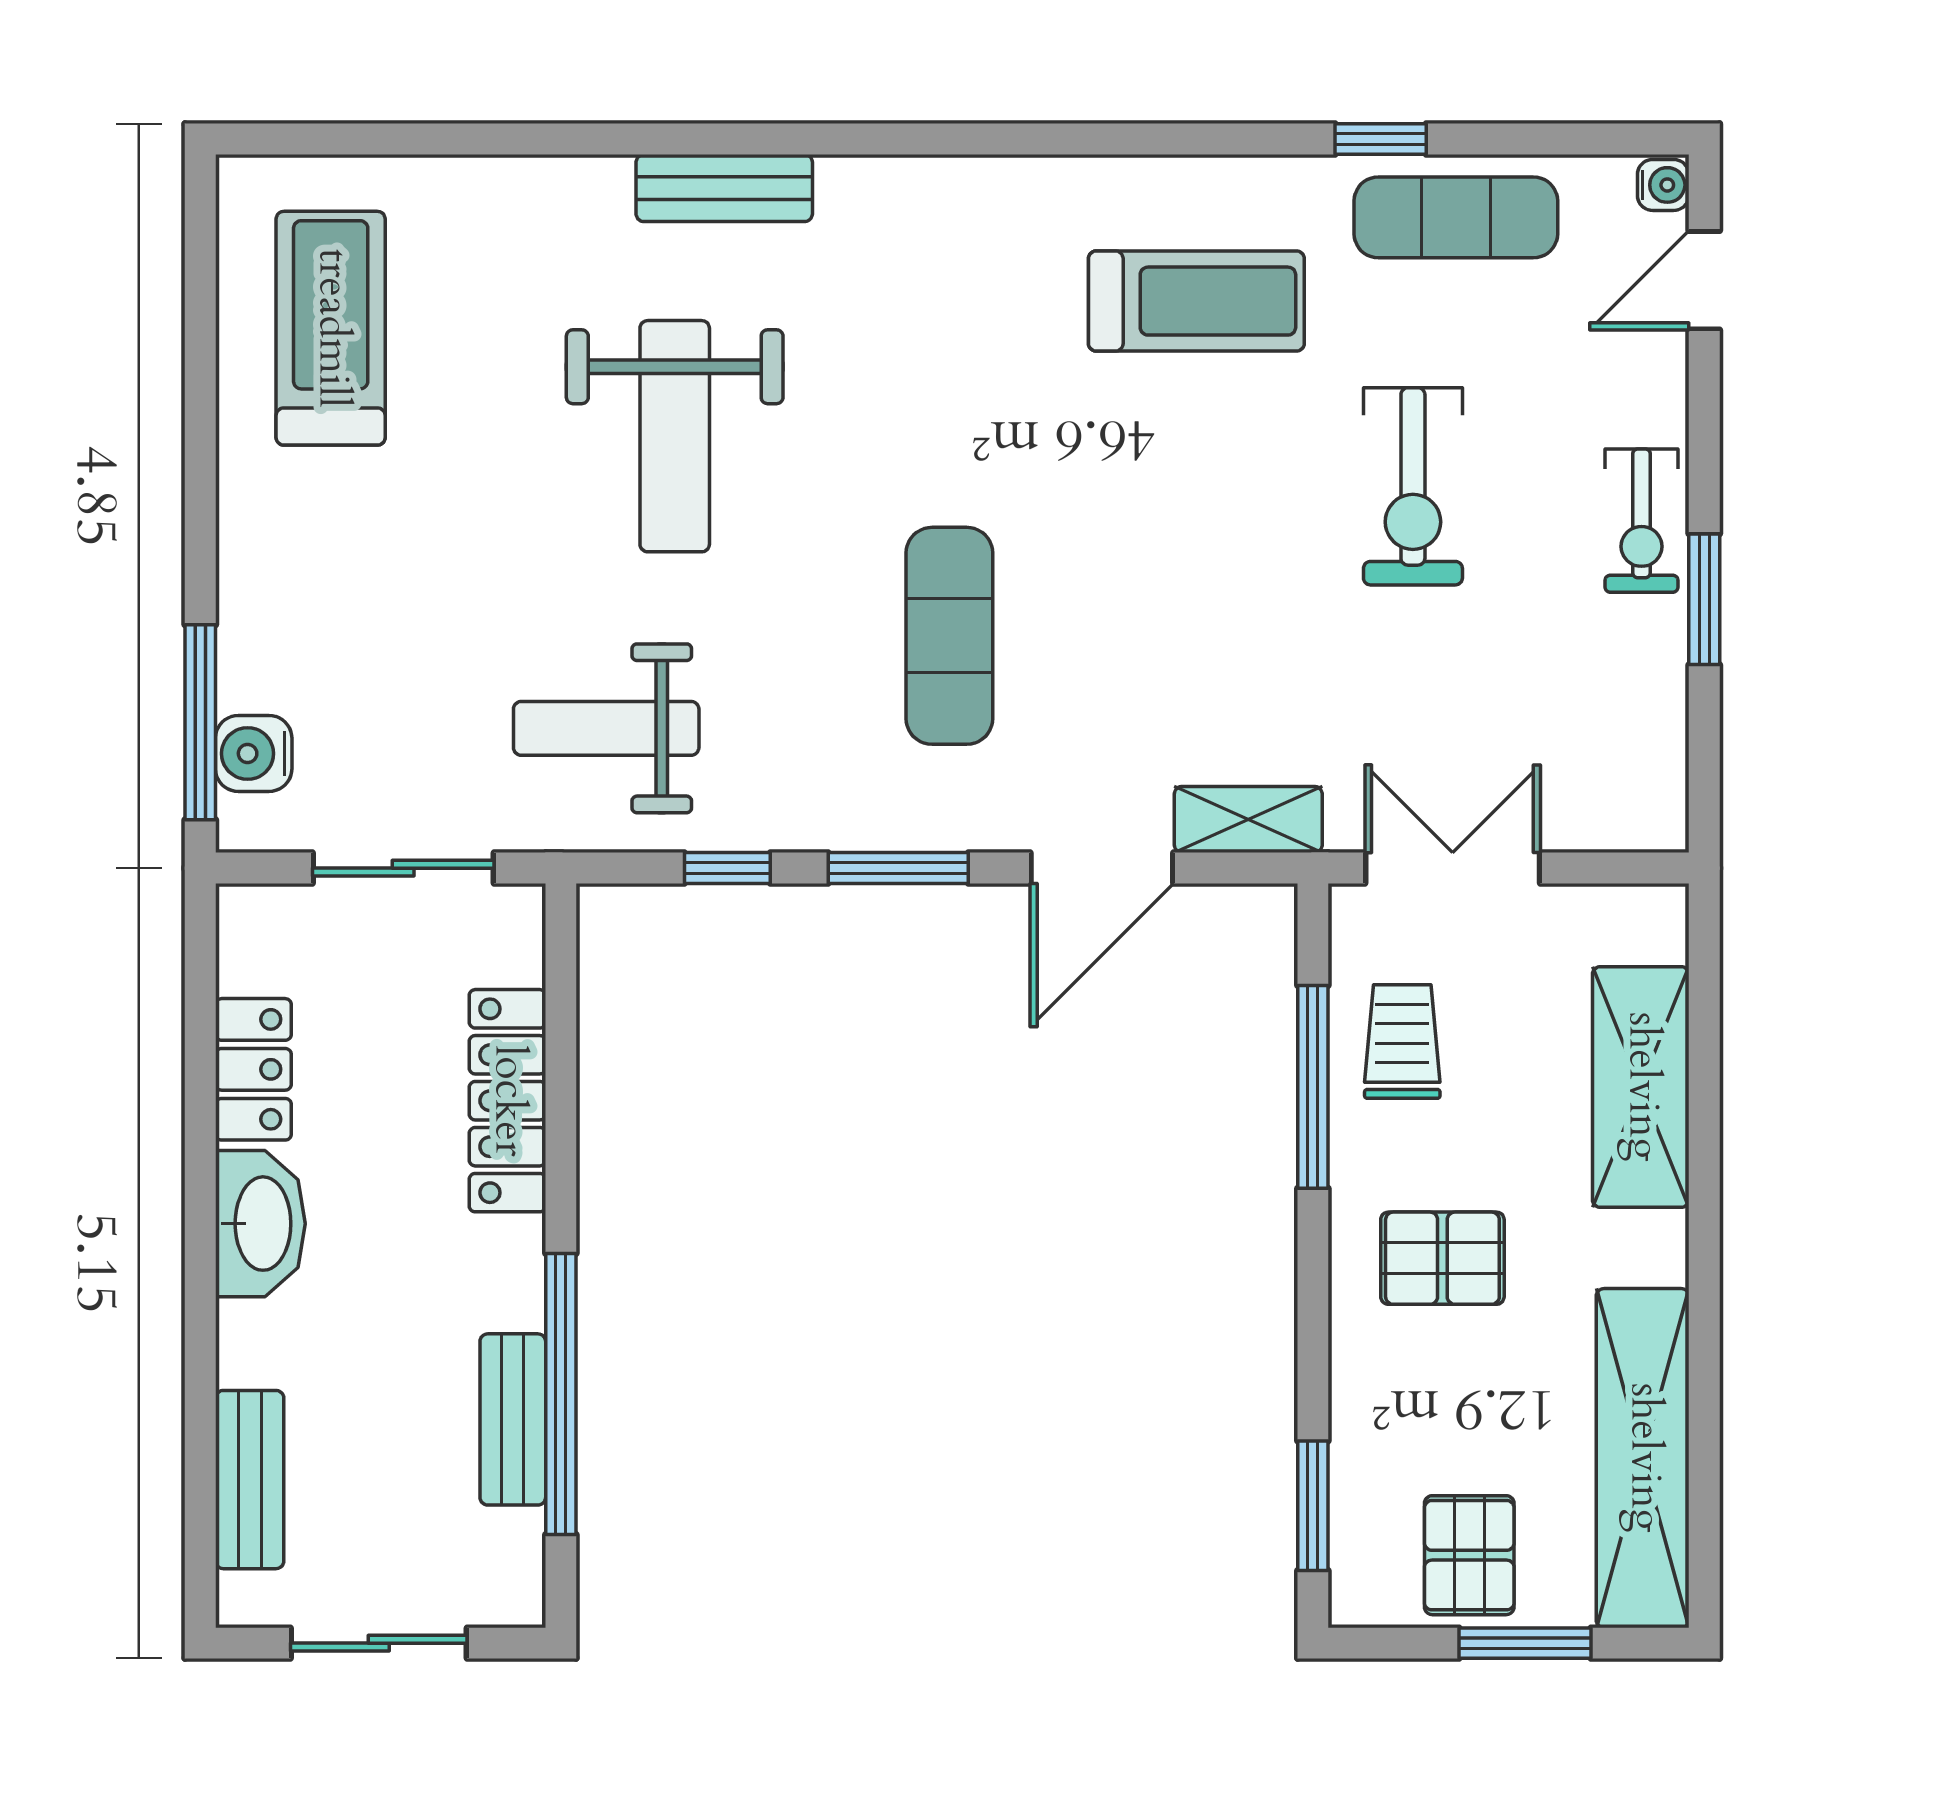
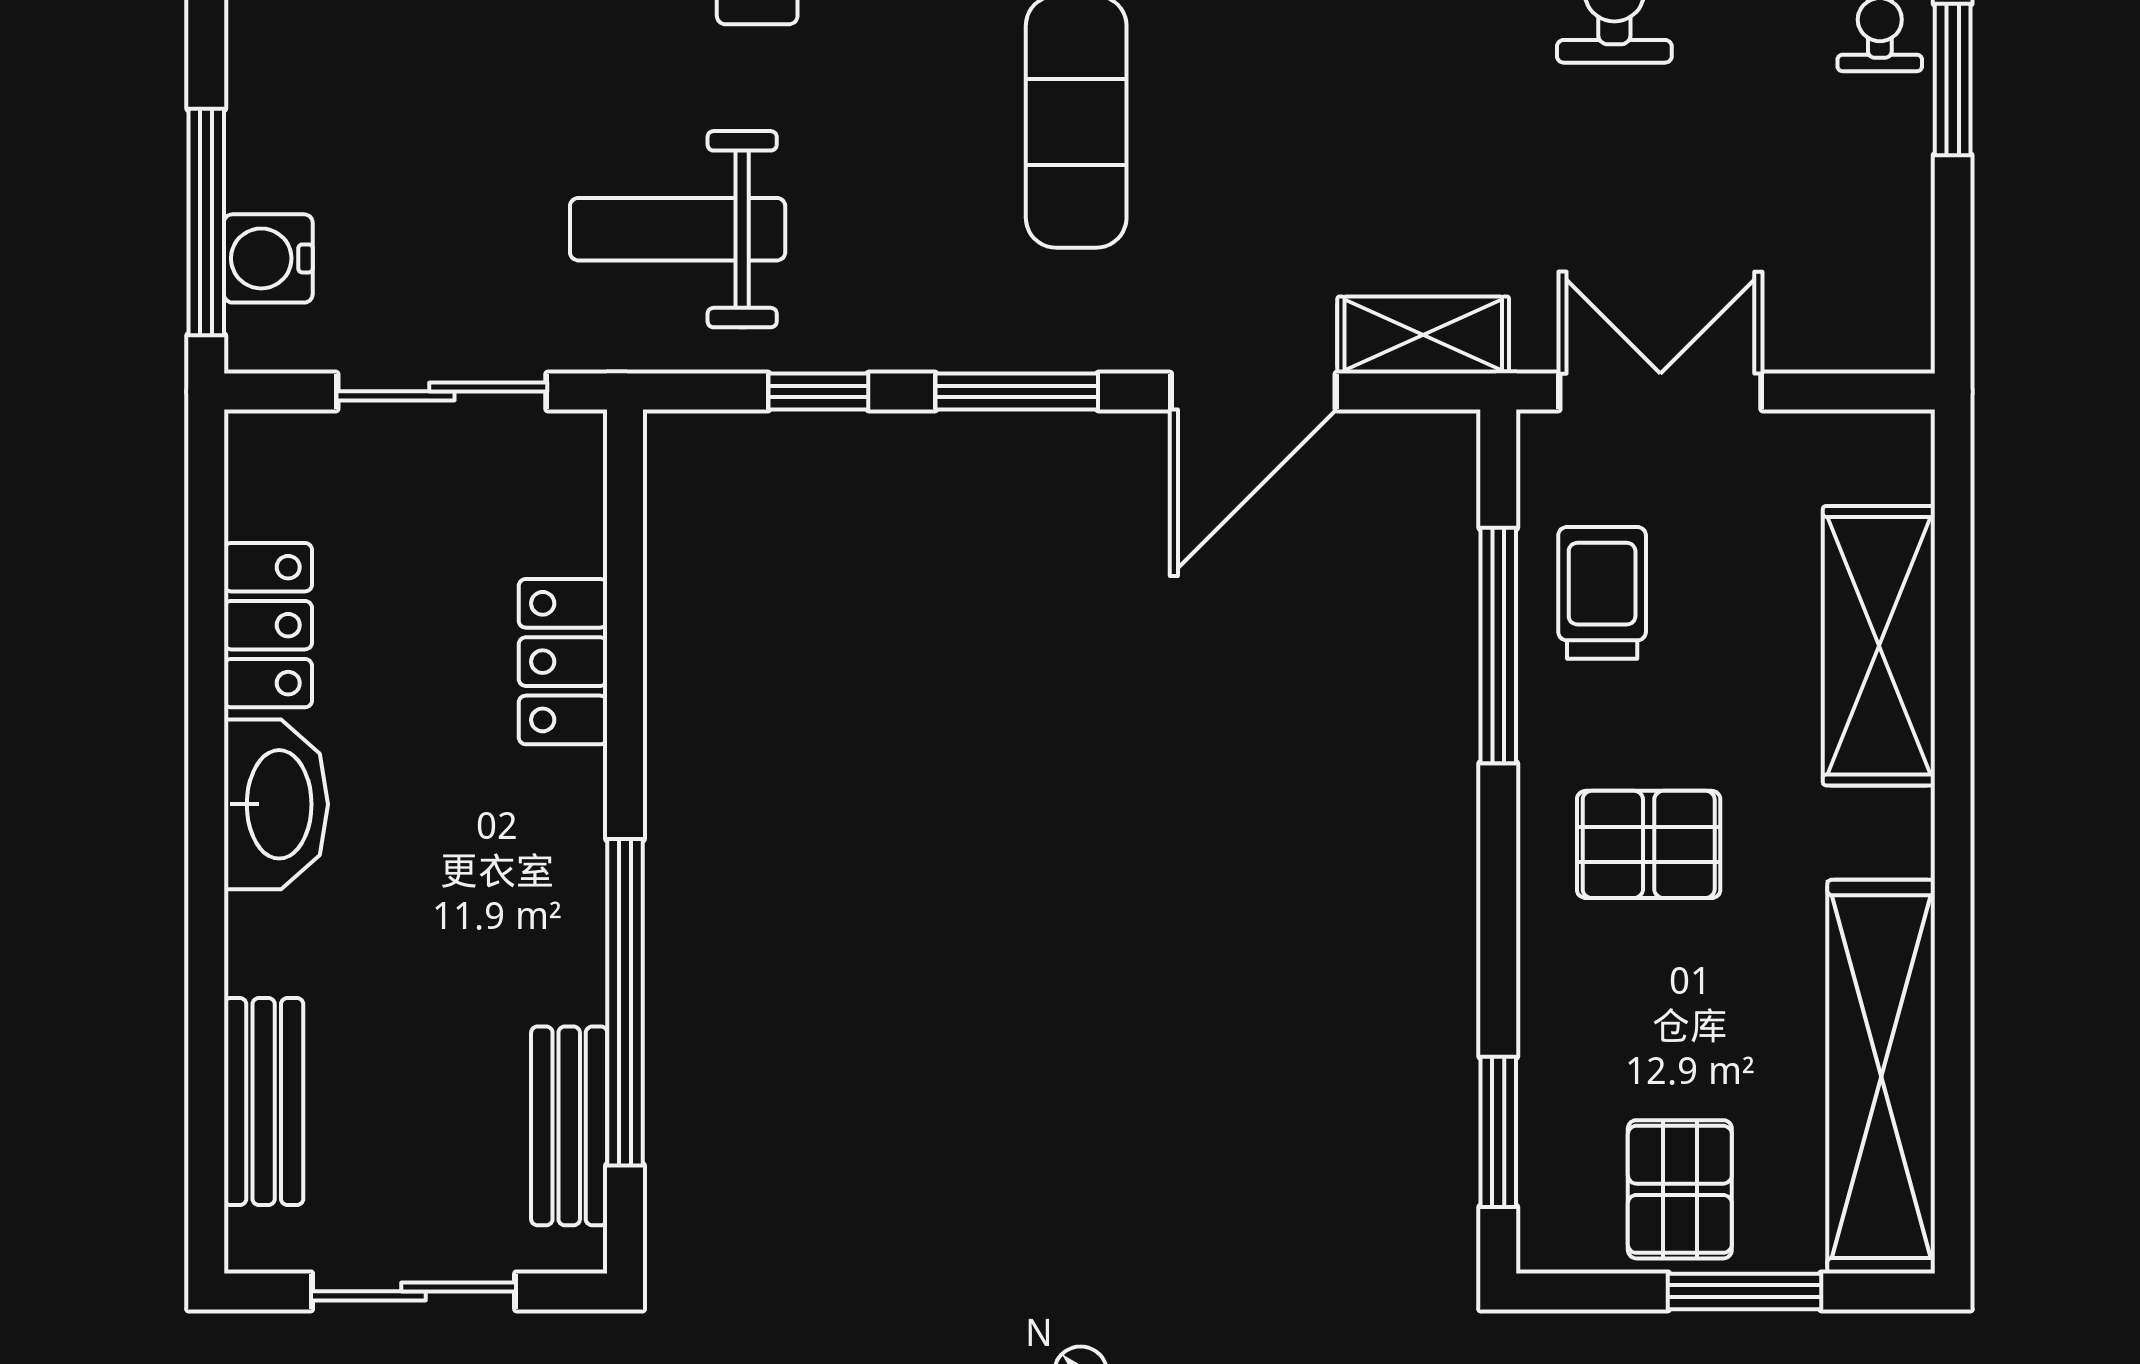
locker: (507, 1101) -> (563, 662), width x0.66
bench: (513, 1419) -> (569, 1126), moved

